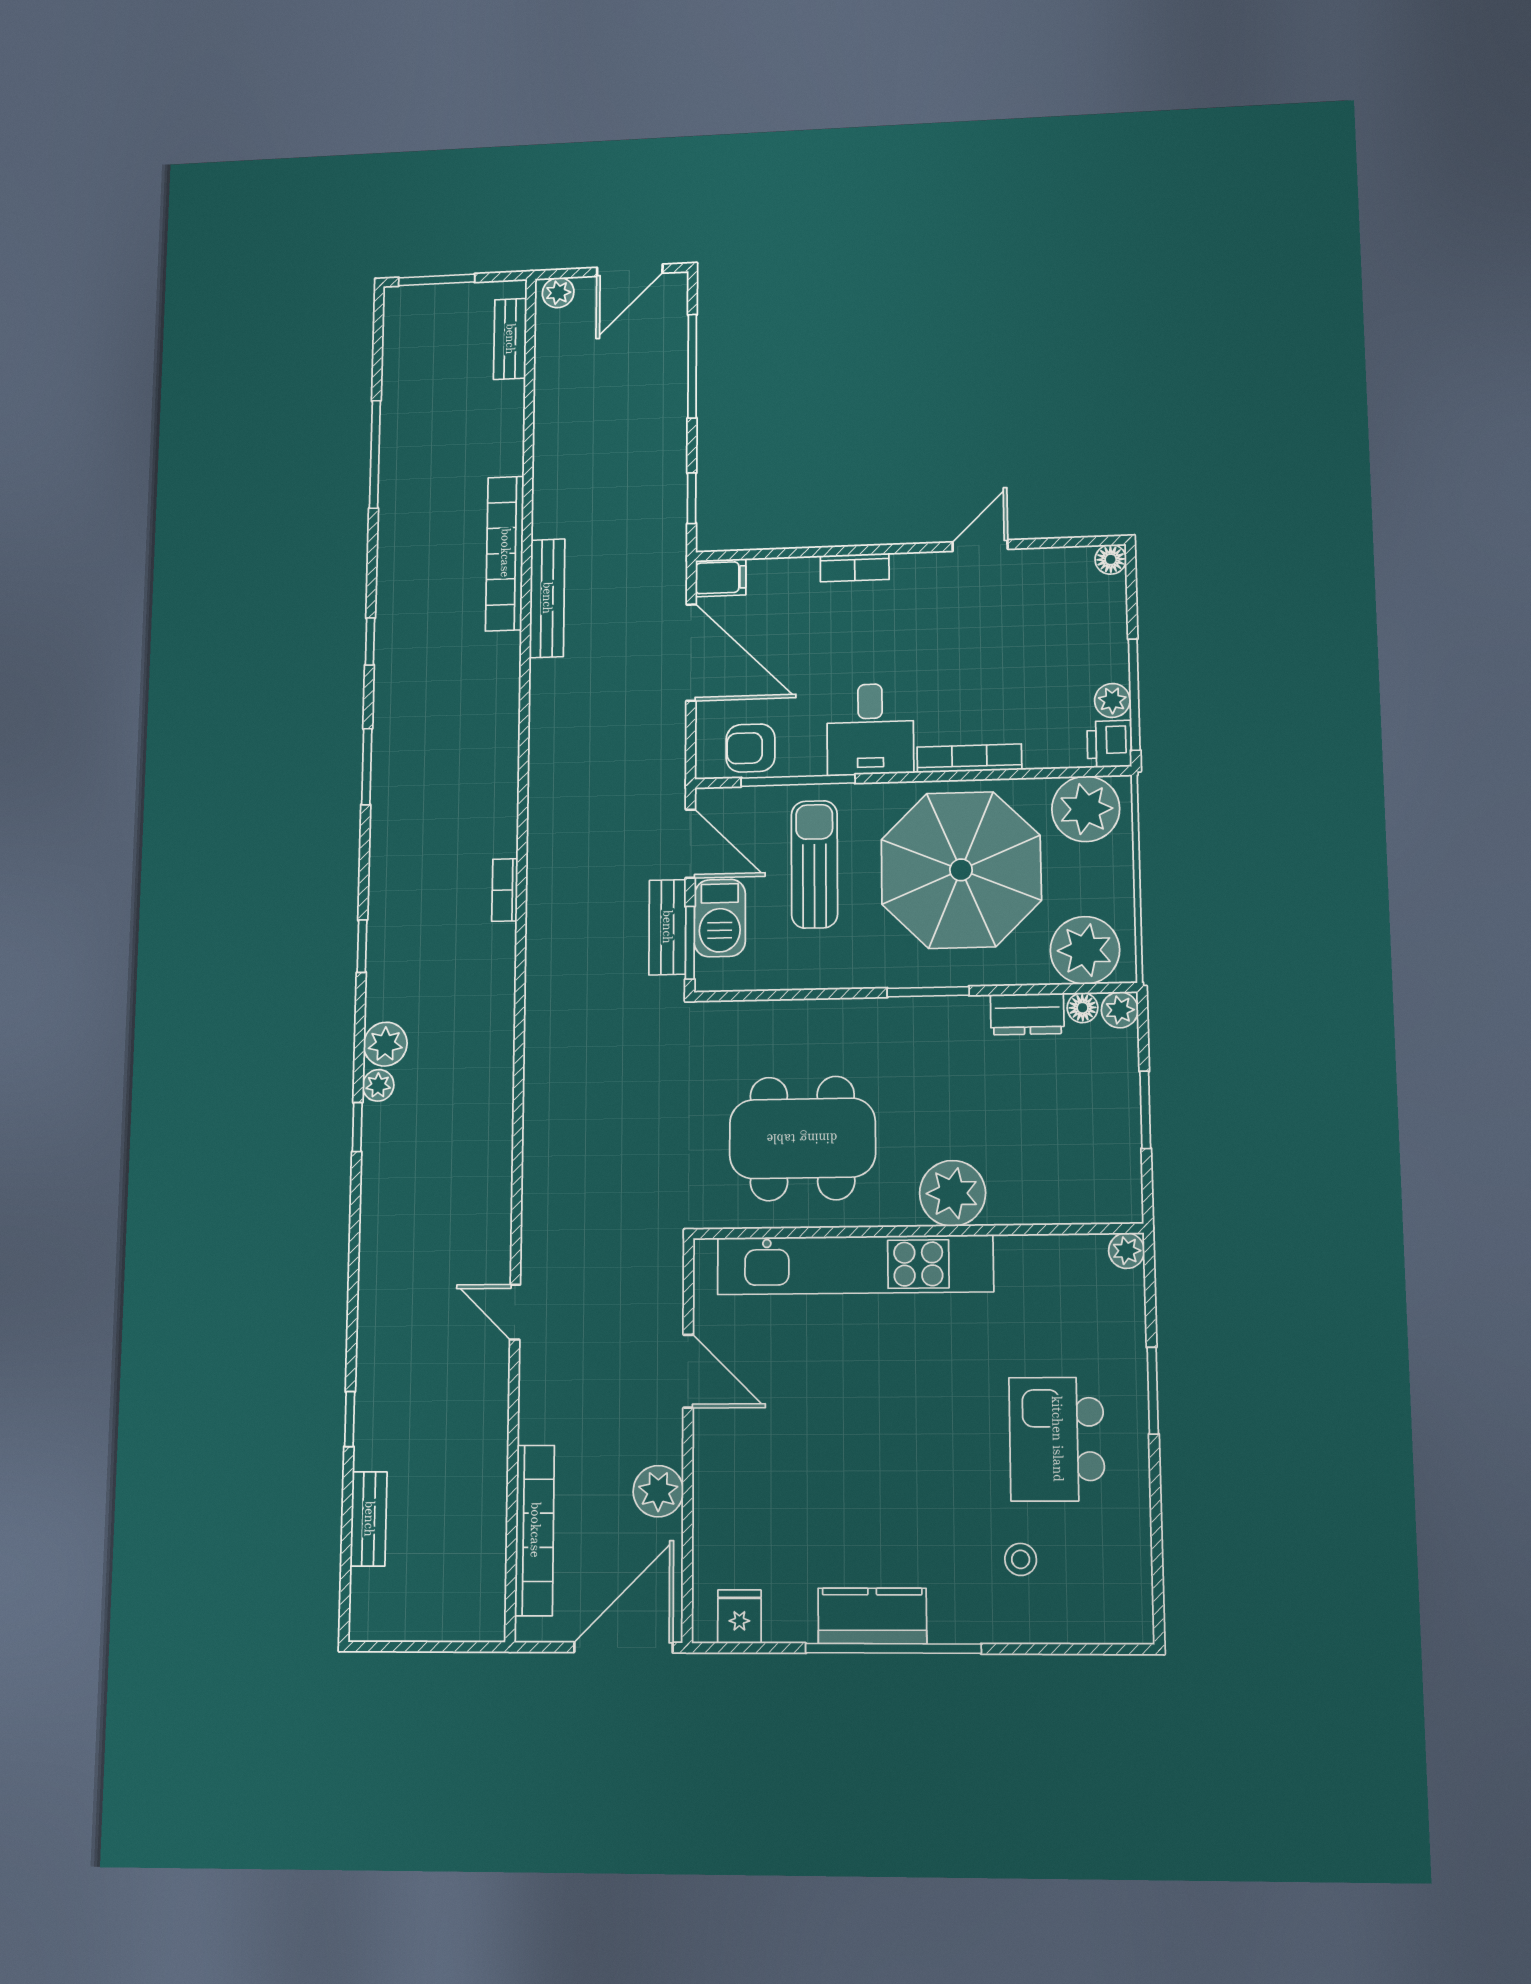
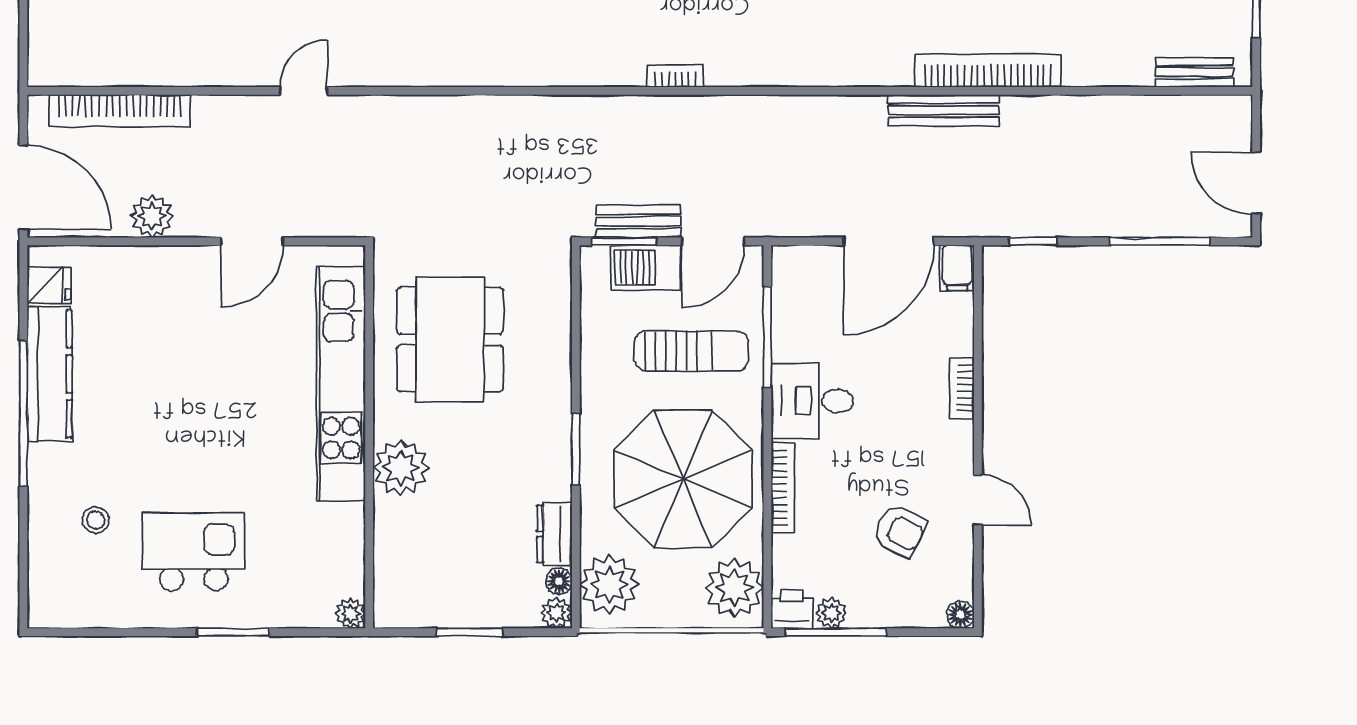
plant: (558, 293) -> (1238, 117), removed
armchair: (751, 748) -> (900, 531), moved, turned 116
kitchen counter: (872, 1616) -> (50, 374), width x1.50

